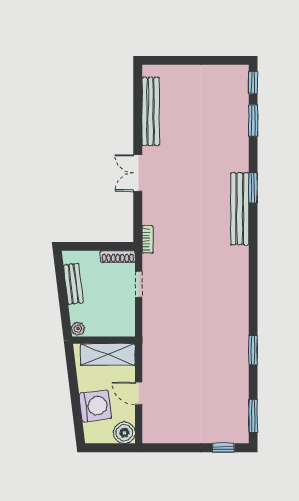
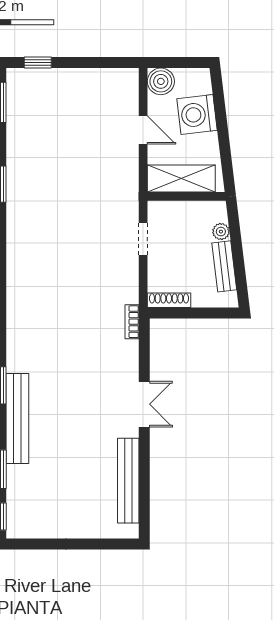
bench: (240, 209) -> (17, 419), moved
doorway: (139, 284) -> (143, 239), moved
plant: (78, 329) -> (221, 232), moved

